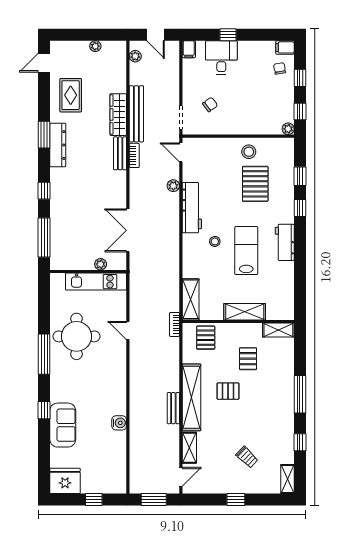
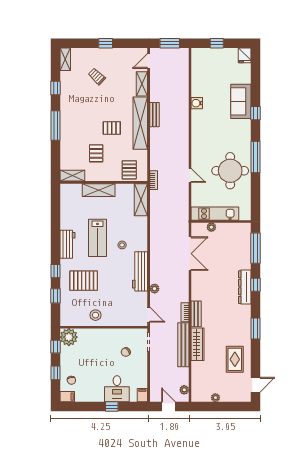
plant: (288, 129) -> (69, 337), width x1.87, depth x1.87
dresser: (58, 145) -> (245, 287), moved
pallet: (255, 184) -> (84, 281), moved, turned 90
fridge: (65, 481) -> (245, 55), width x0.53, depth x0.75

